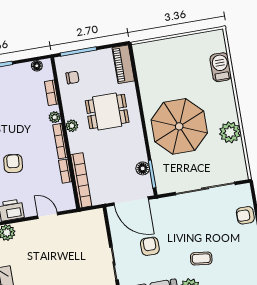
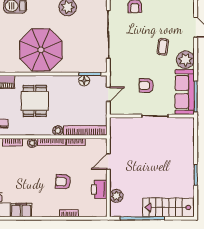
plant: (72, 126) -> (58, 131), moved
parasol: (179, 126) -> (41, 50), moved
door: (131, 201) -> (108, 94), width x0.53

